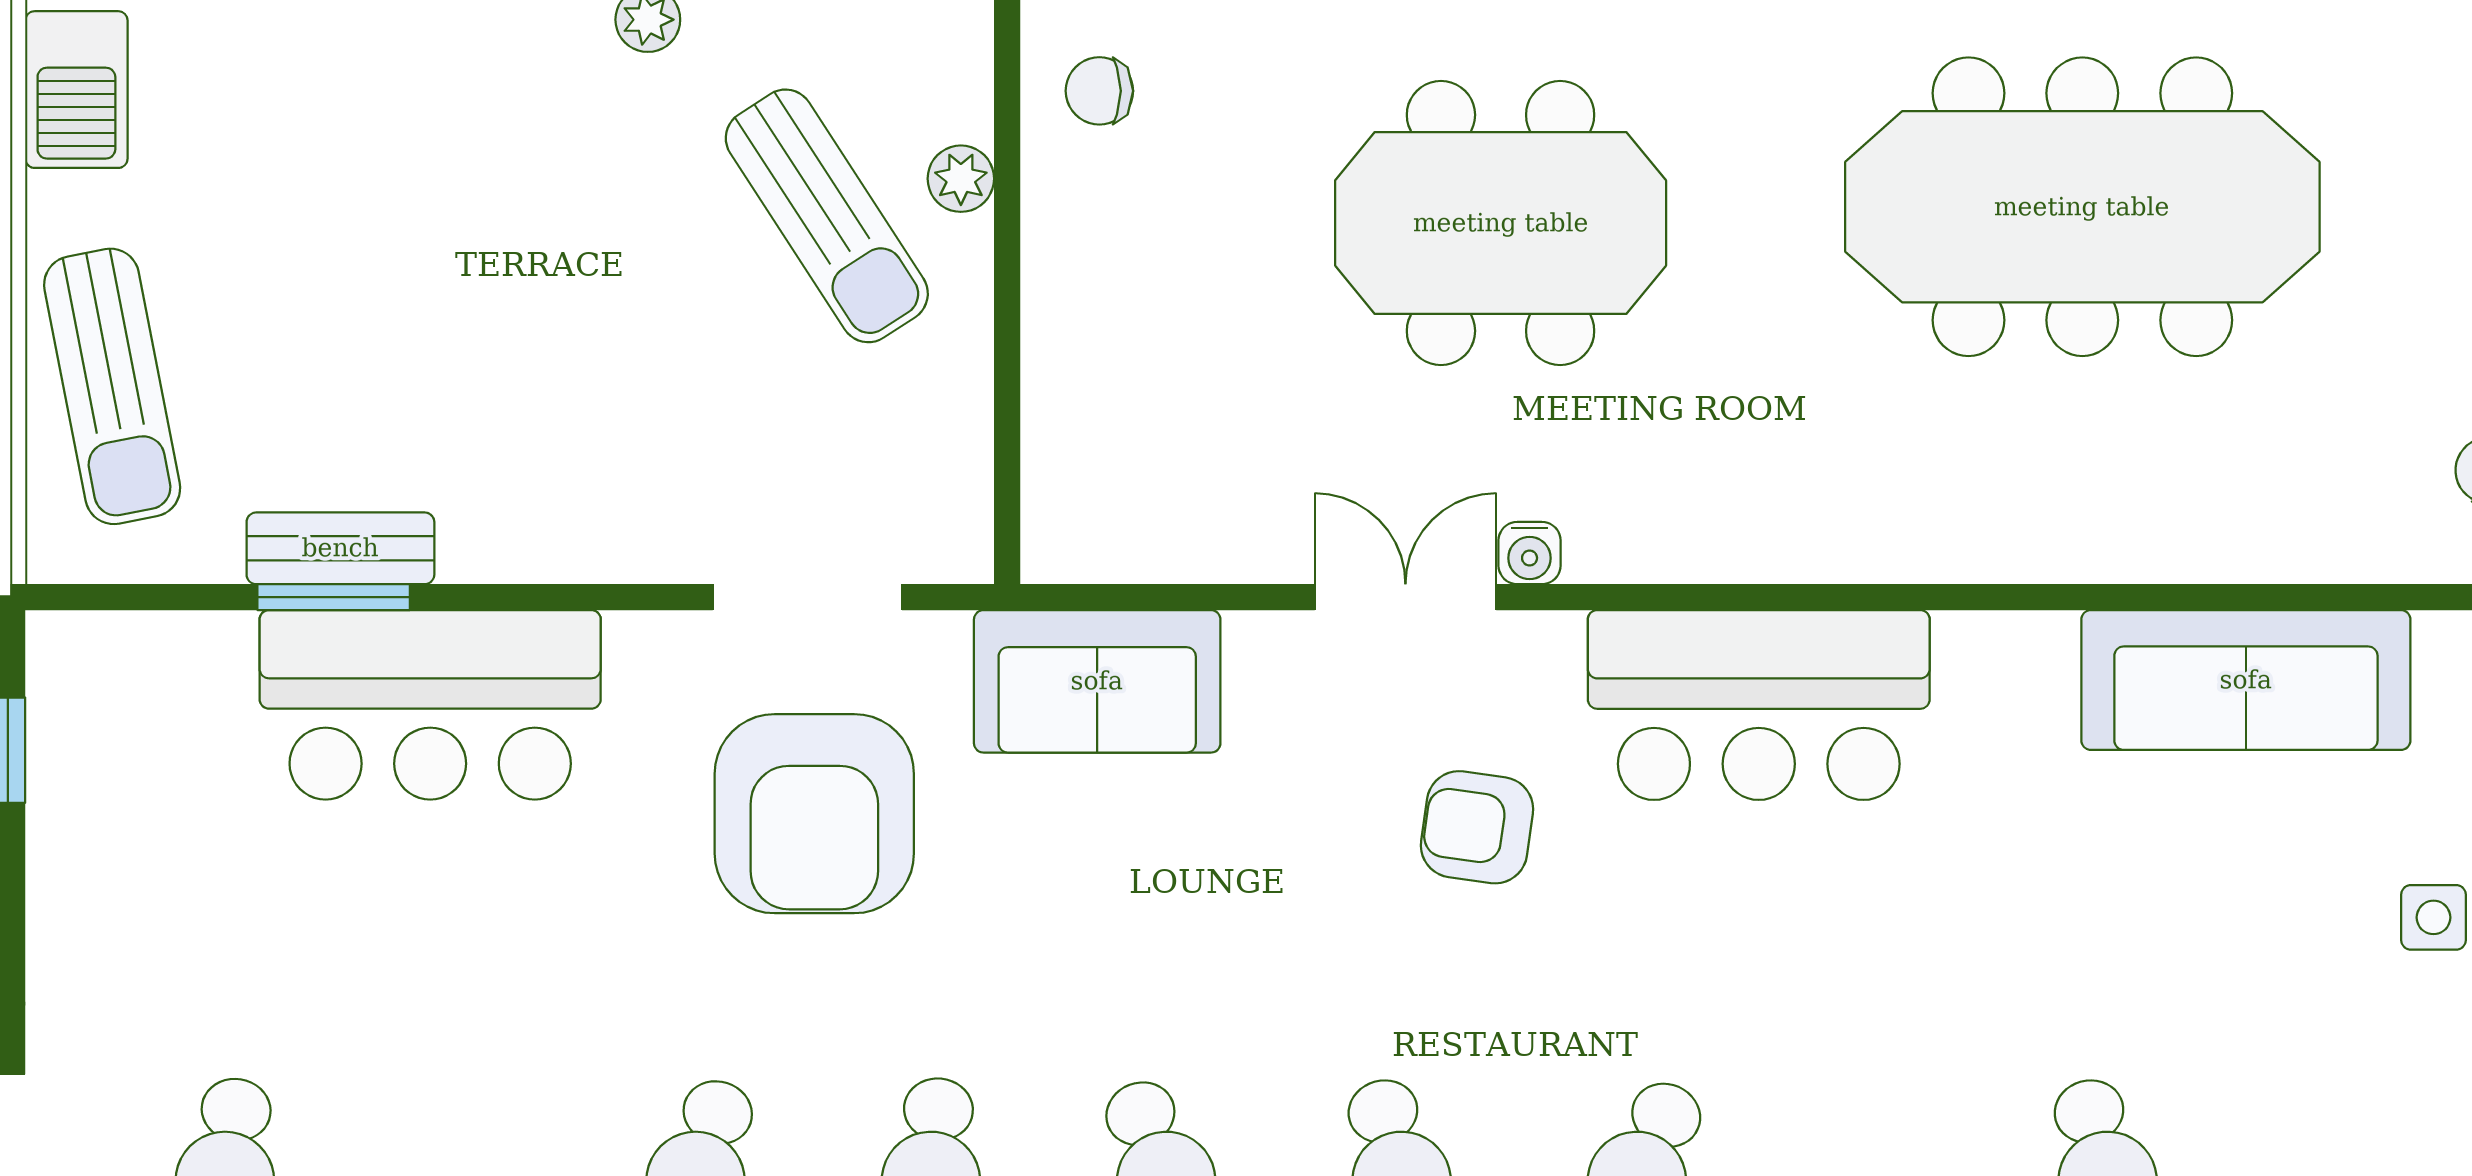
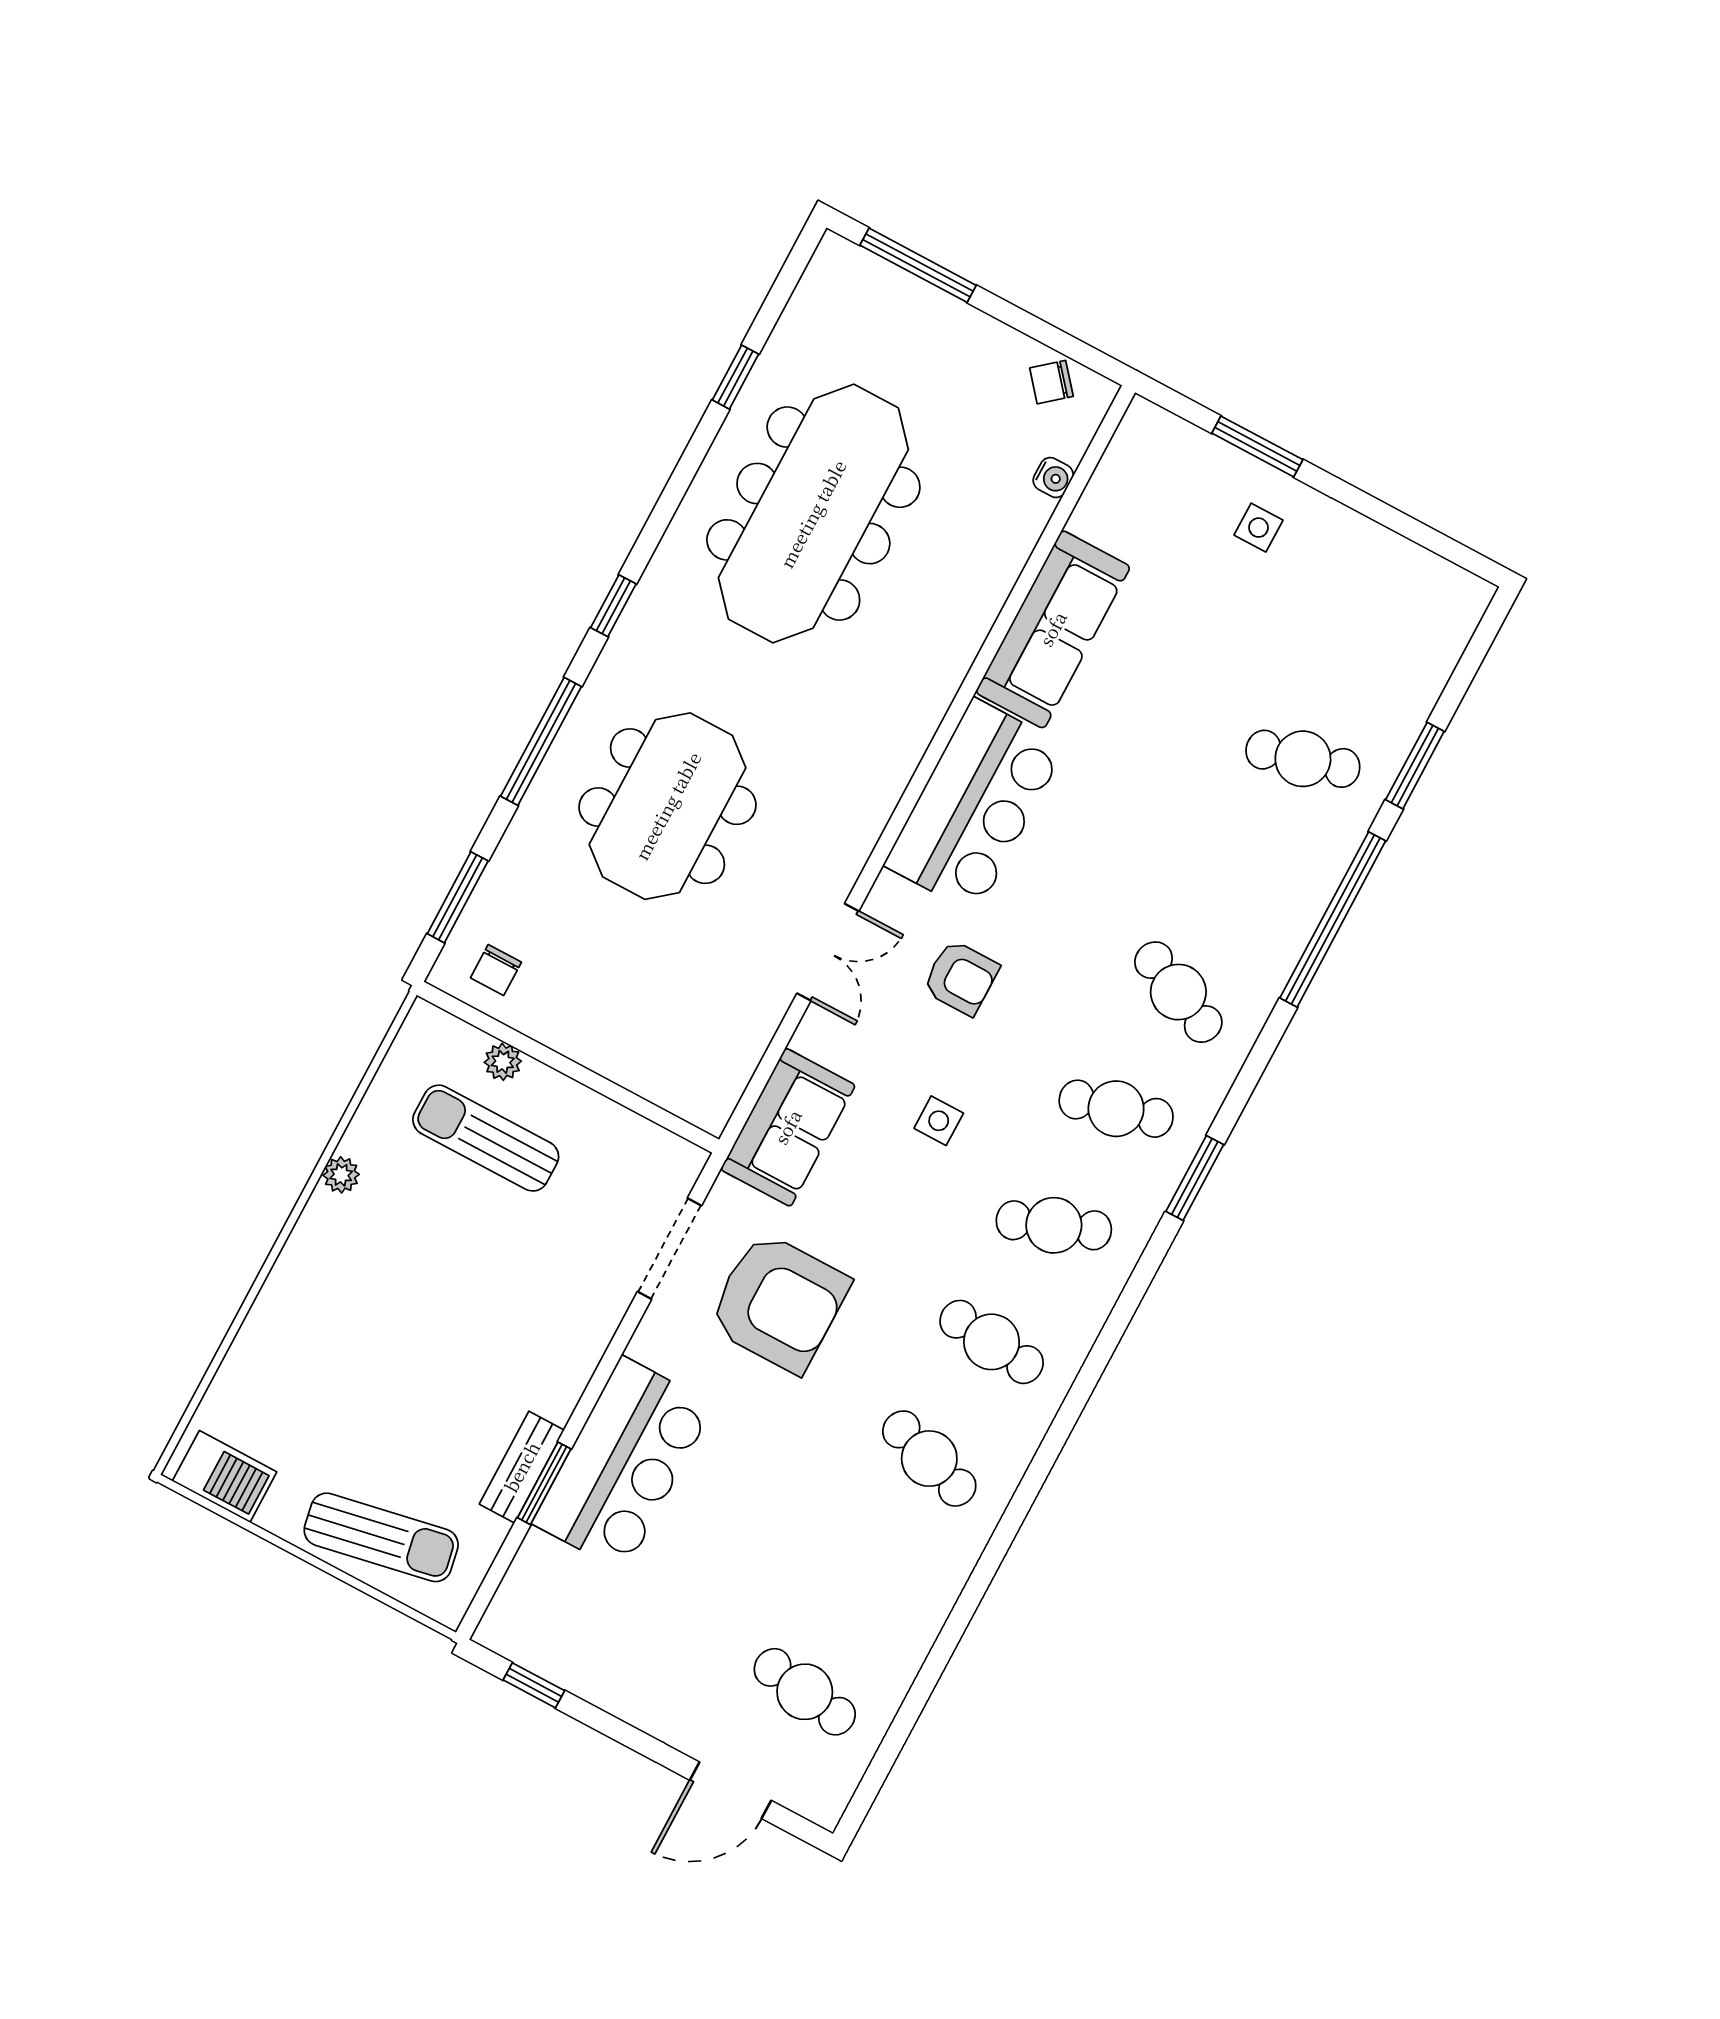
sun lounger: (827, 216) -> (486, 1138), turned -147
water cooler: (1530, 553) -> (1053, 478), moved
double door: (1405, 597) -> (828, 952), swing flipped
sofa: (2246, 680) -> (1053, 629), moved
armchair: (1477, 827) -> (961, 978), turned -98
side table: (1234, 913) -> (939, 1121), added

